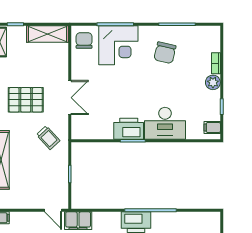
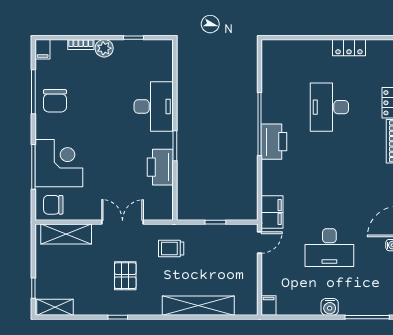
shelving: (47, 34) -> (66, 234), moved, turned 90
chair: (165, 53) -> (55, 101), moved, turned 77
pallet: (26, 100) -> (125, 276), width x0.67, depth x0.71
filing cabinet: (212, 128) -> (43, 49), moved
printer: (129, 129) -> (160, 167), moved
trolley: (48, 138) -> (171, 248), turned -137

